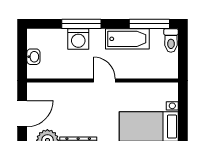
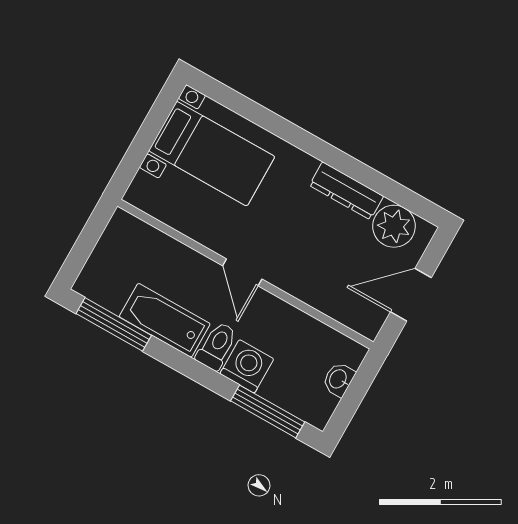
window: (81, 24) -> (268, 411), moved
toilet: (171, 41) -> (217, 346), moved

